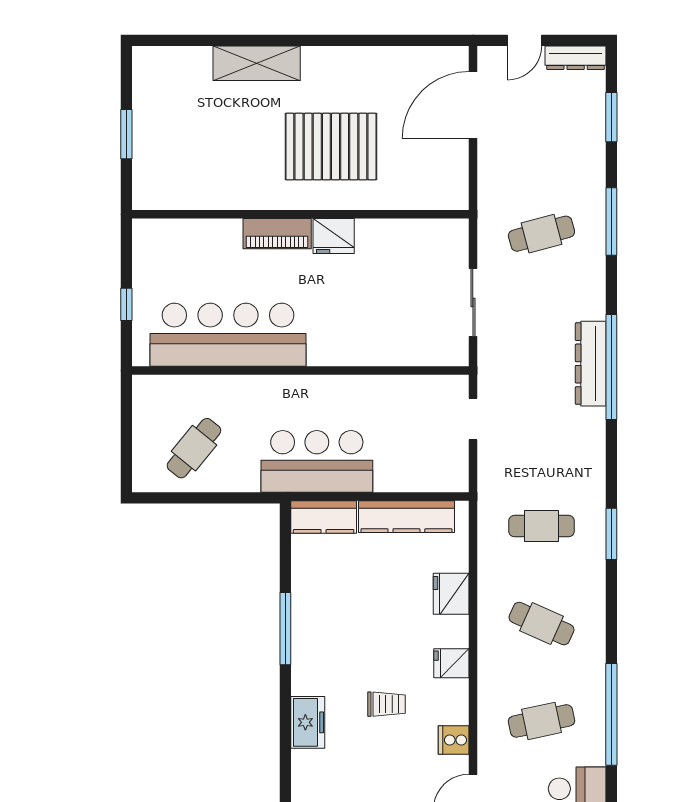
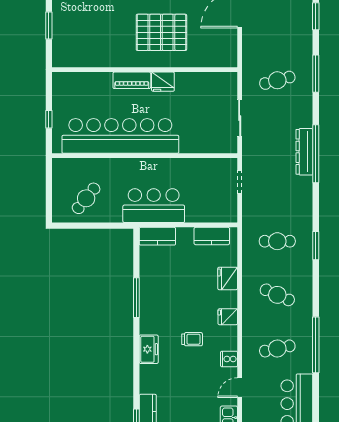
bar counter: (228, 335) -> (120, 136), width x1.36
kitchen counter: (406, 517) -> (212, 236), width x0.67

